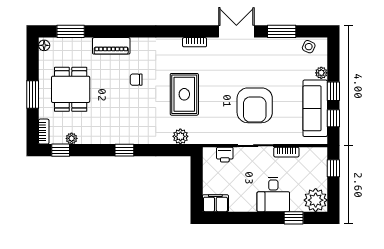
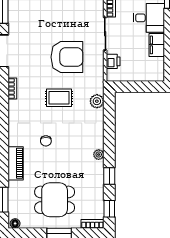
rug: (184, 94) -> (59, 98), width x0.73, depth x0.70
armchair: (255, 105) -> (67, 57), moved
plant: (72, 138) -> (99, 155), moved
window: (124, 150) -> (109, 176), moved
filing cabinet: (215, 203) -> (157, 45), moved

